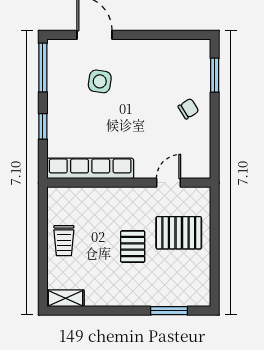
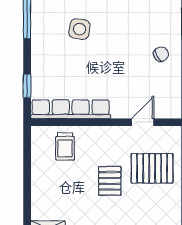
window: (43, 126) -> (27, 86), moved
trolley: (64, 241) -> (65, 146), moved

